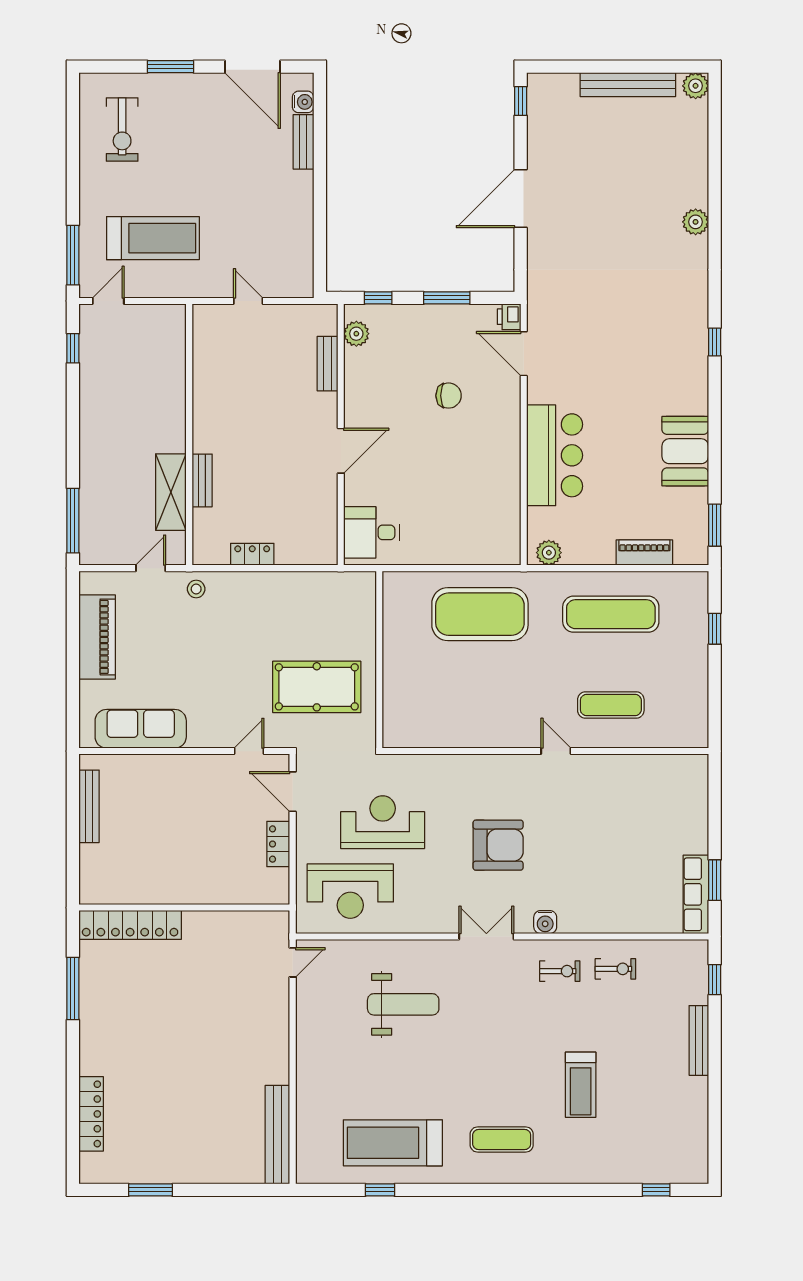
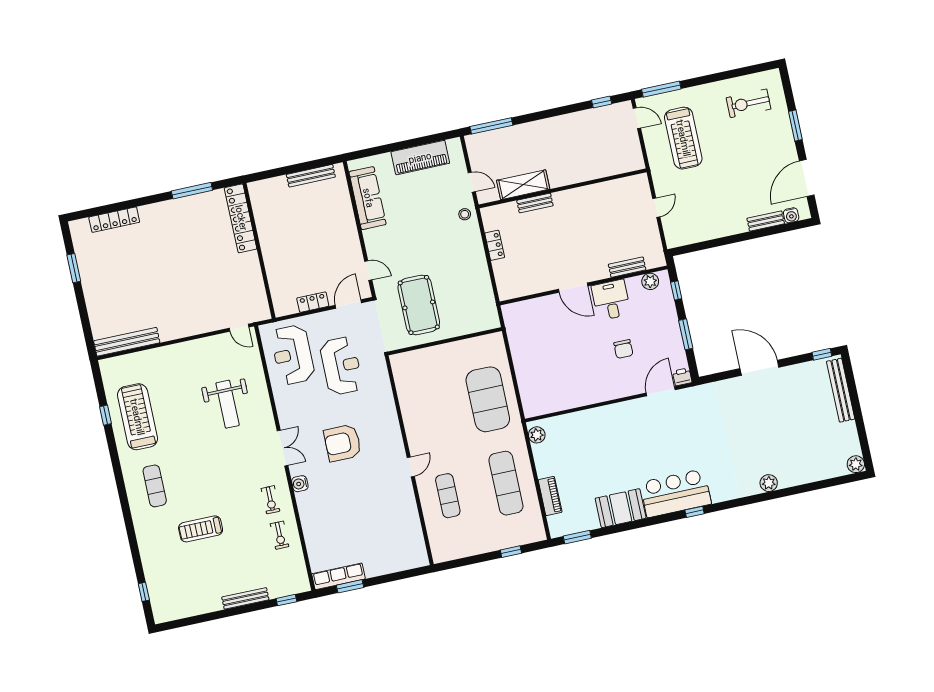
bench: (628, 85) -> (841, 390), moved
bar counter: (555, 455) -> (676, 493), moved, turned 180
desk: (371, 532) -> (611, 300), moved
armchair: (498, 845) -> (343, 443), turned 90

